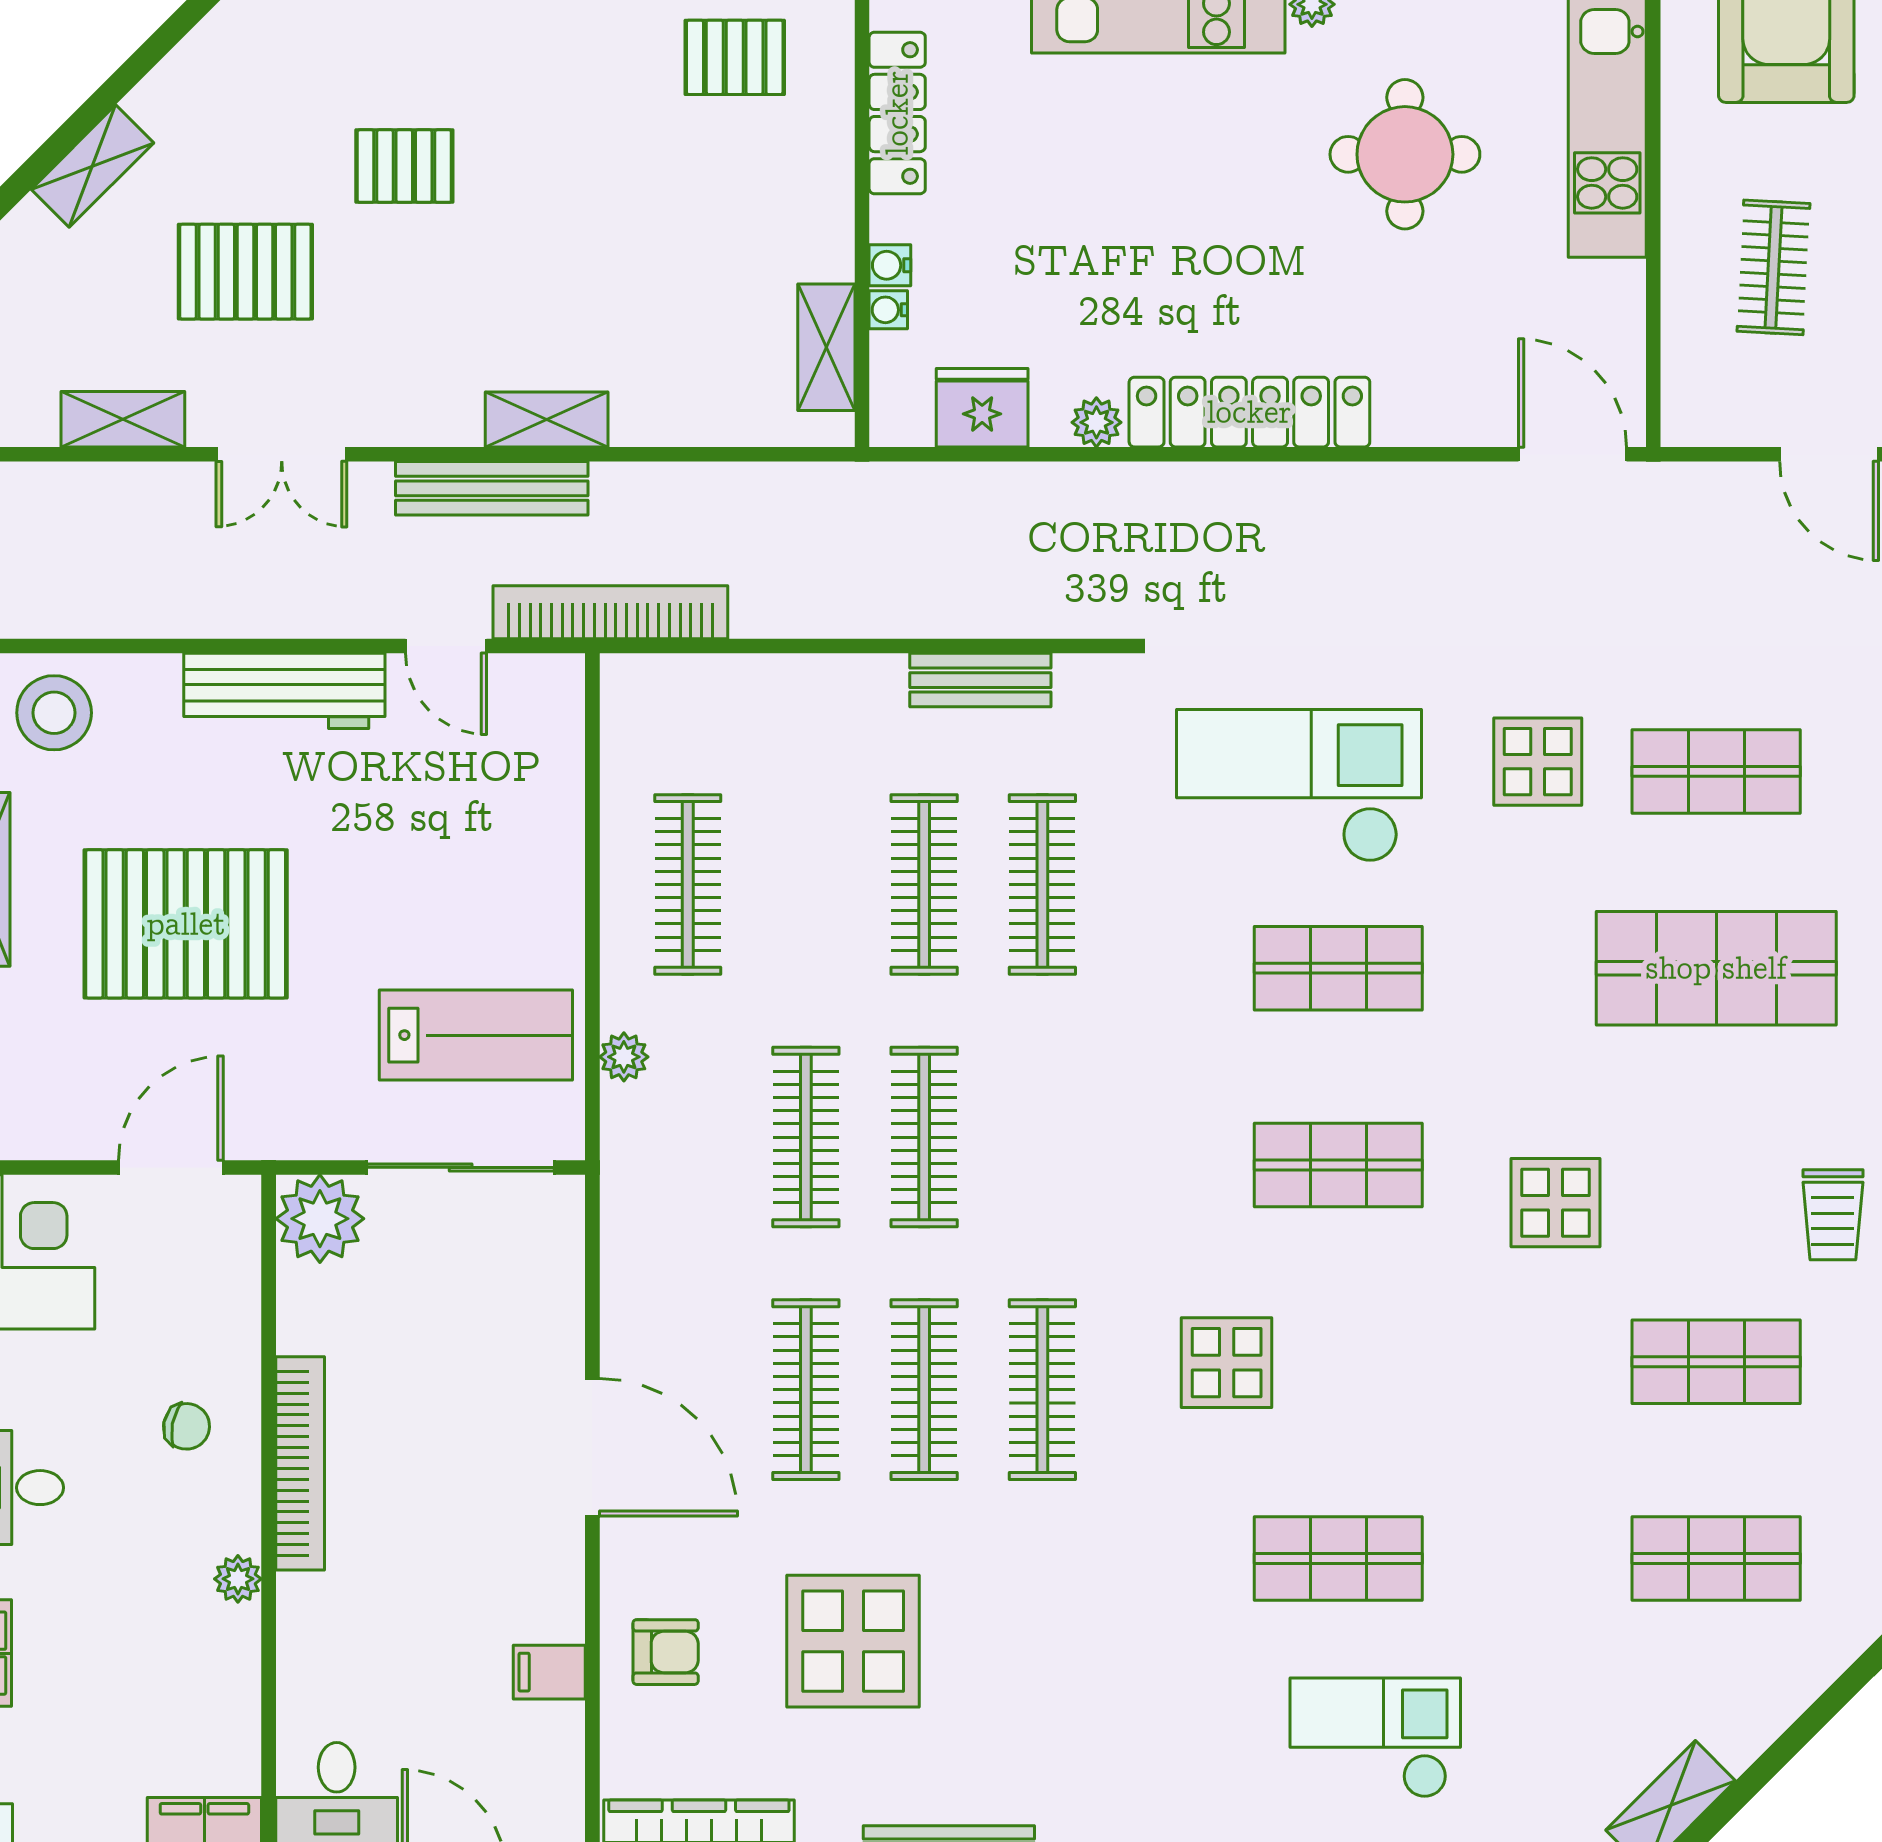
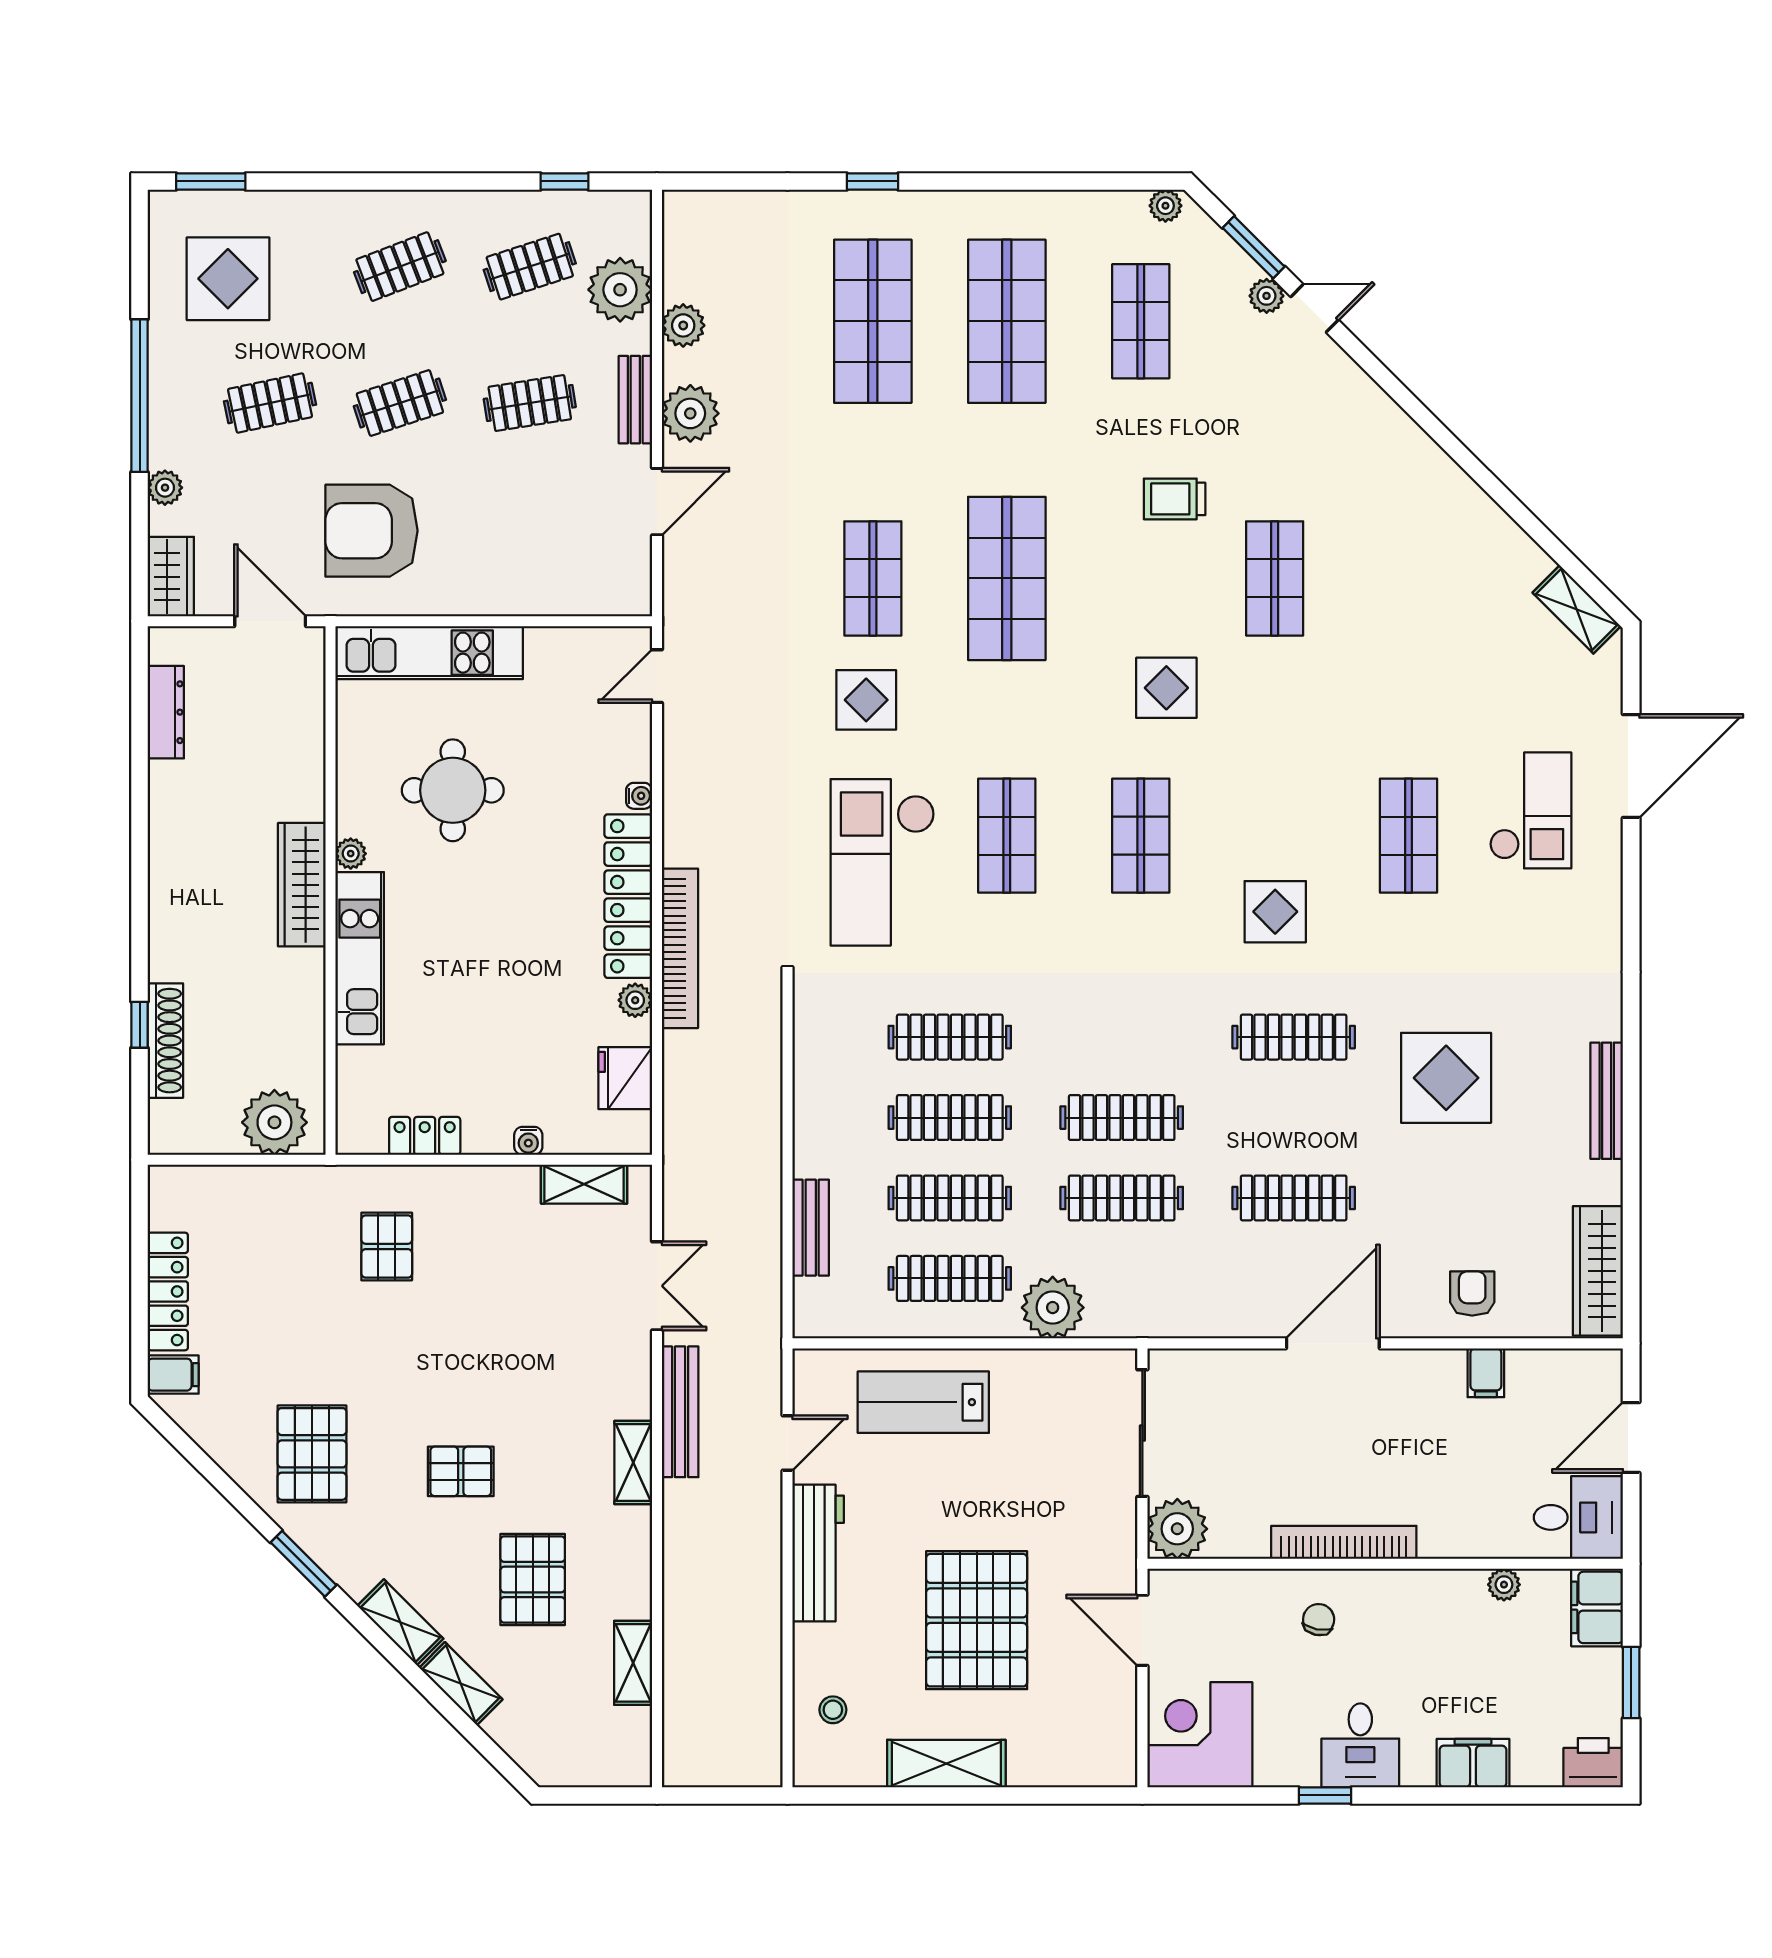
shelving: (183, 77) -> (400, 1622), added
locker: (897, 113) -> (425, 1136), width x0.66
pallet: (404, 166) -> (461, 1471), turned 90
clothes rail: (1773, 267) -> (530, 539), removed
water cooler: (888, 310) -> (639, 796), moved, turned -90
shelving: (547, 419) -> (633, 1463), moved
double door: (282, 454) -> (657, 1286), moved
door: (1573, 454) -> (657, 676), width x0.73
bookcase: (610, 612) -> (680, 948), moved, turned 180
bench: (980, 680) -> (811, 1228), moved
stool: (54, 713) -> (833, 1710), width x0.53, depth x0.53
lab bench: (476, 1035) -> (923, 1402), moved, turned -90
plant: (624, 1057) -> (1053, 1308), width x1.87, depth x1.87
trolley: (1833, 1215) -> (1175, 499), turned 180
clothes rail: (924, 1390) -> (950, 1198), moved
shop shelf: (1716, 1558) -> (1409, 578), removed
plant: (238, 1579) -> (1504, 1585), moved
display table: (853, 1641) -> (1446, 1078), moved
checkout: (1375, 1738) -> (1531, 810), turned 180

